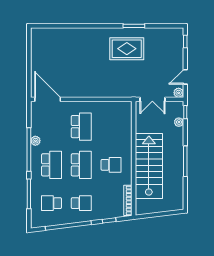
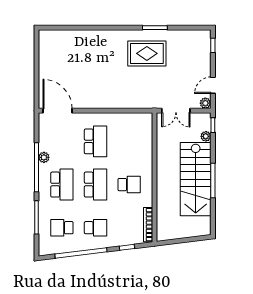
stairs: (149, 166) -> (196, 179), moved, turned 180

